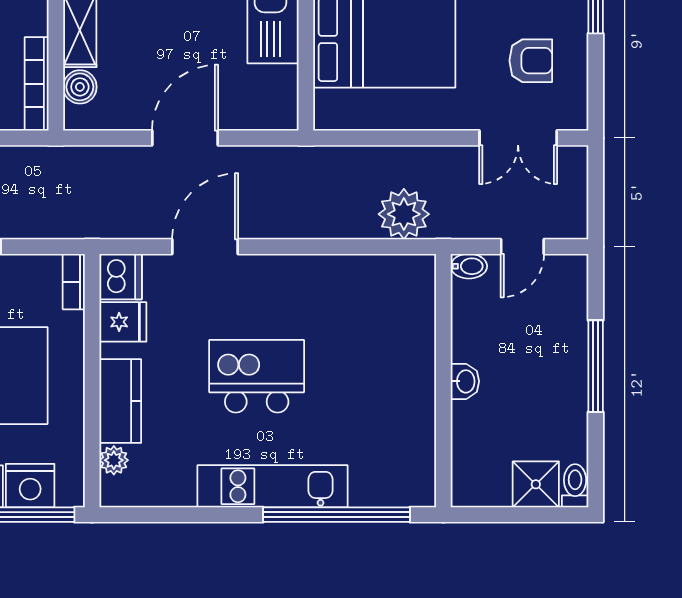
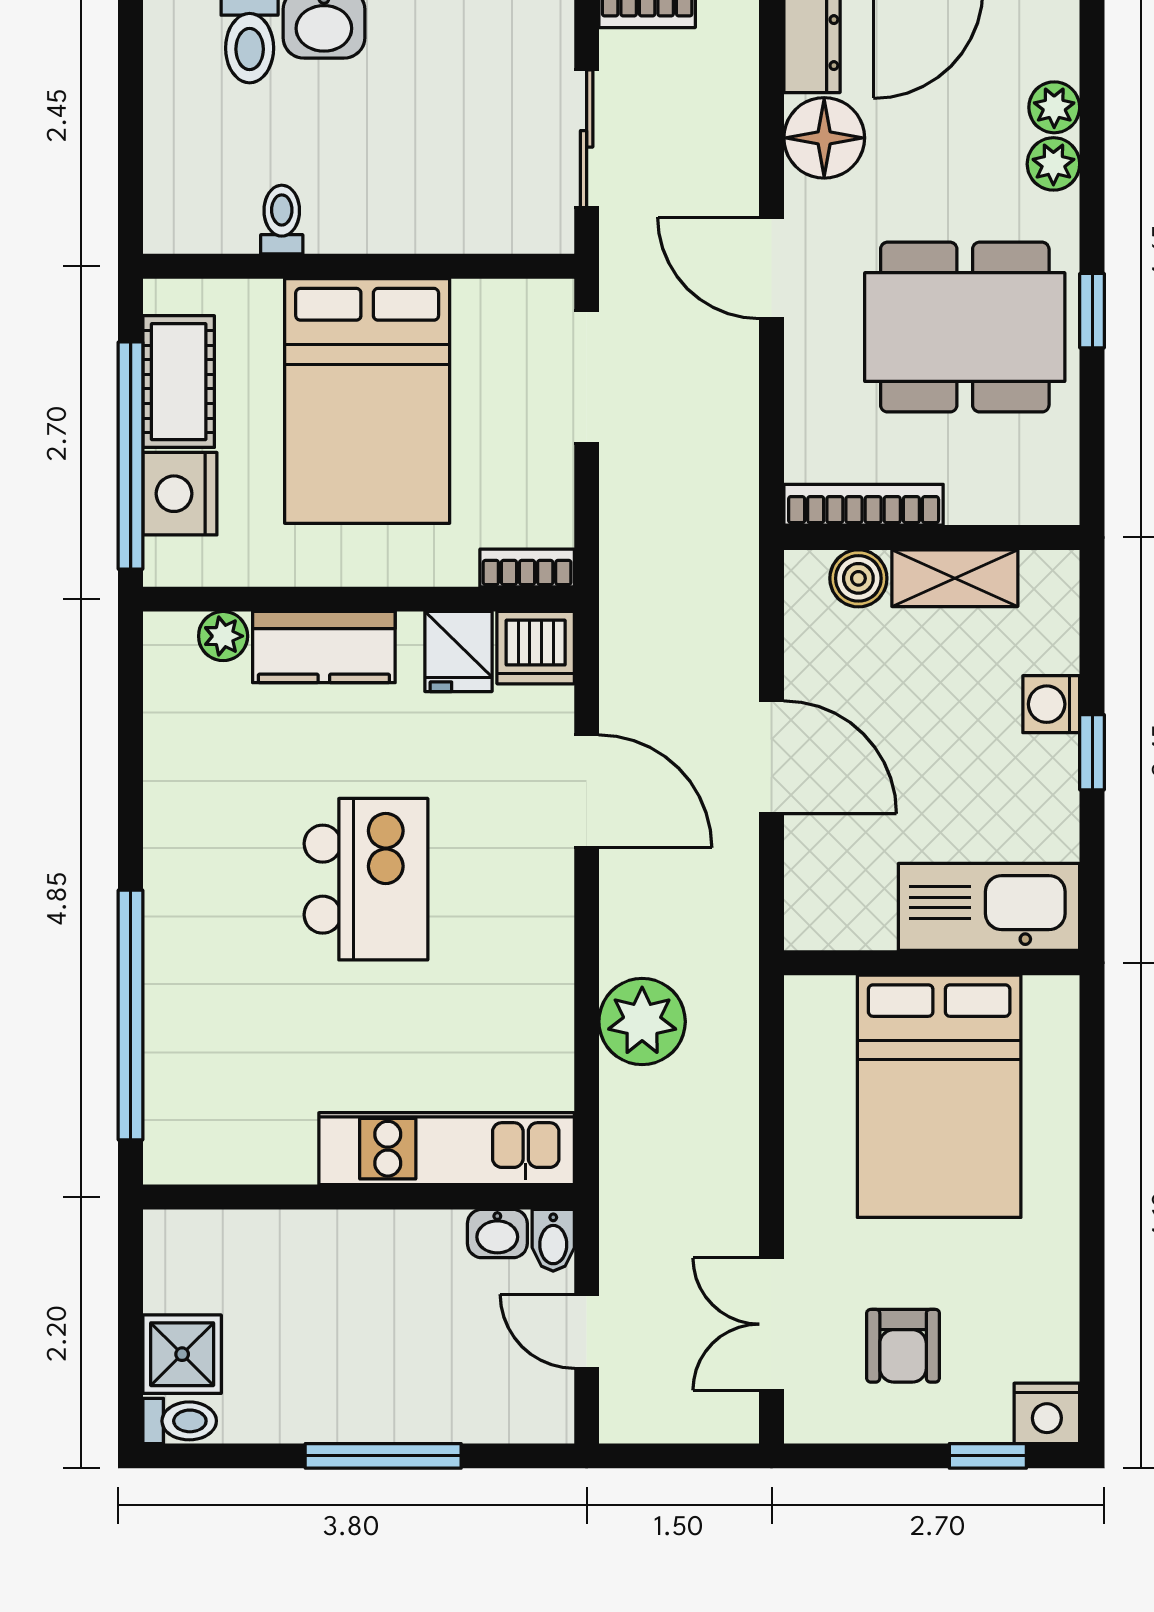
plant: (404, 214) -> (642, 1022), moved
washbasin: (465, 381) -> (497, 1234), moved
kitchen unit: (272, 486) -> (447, 1149), moved, turned -90

